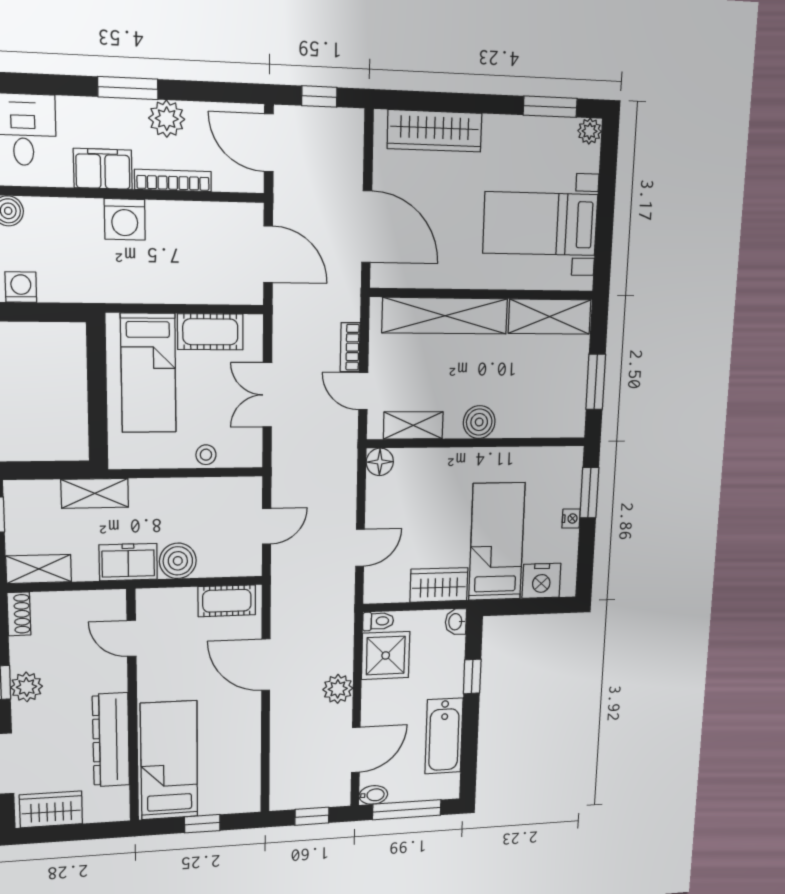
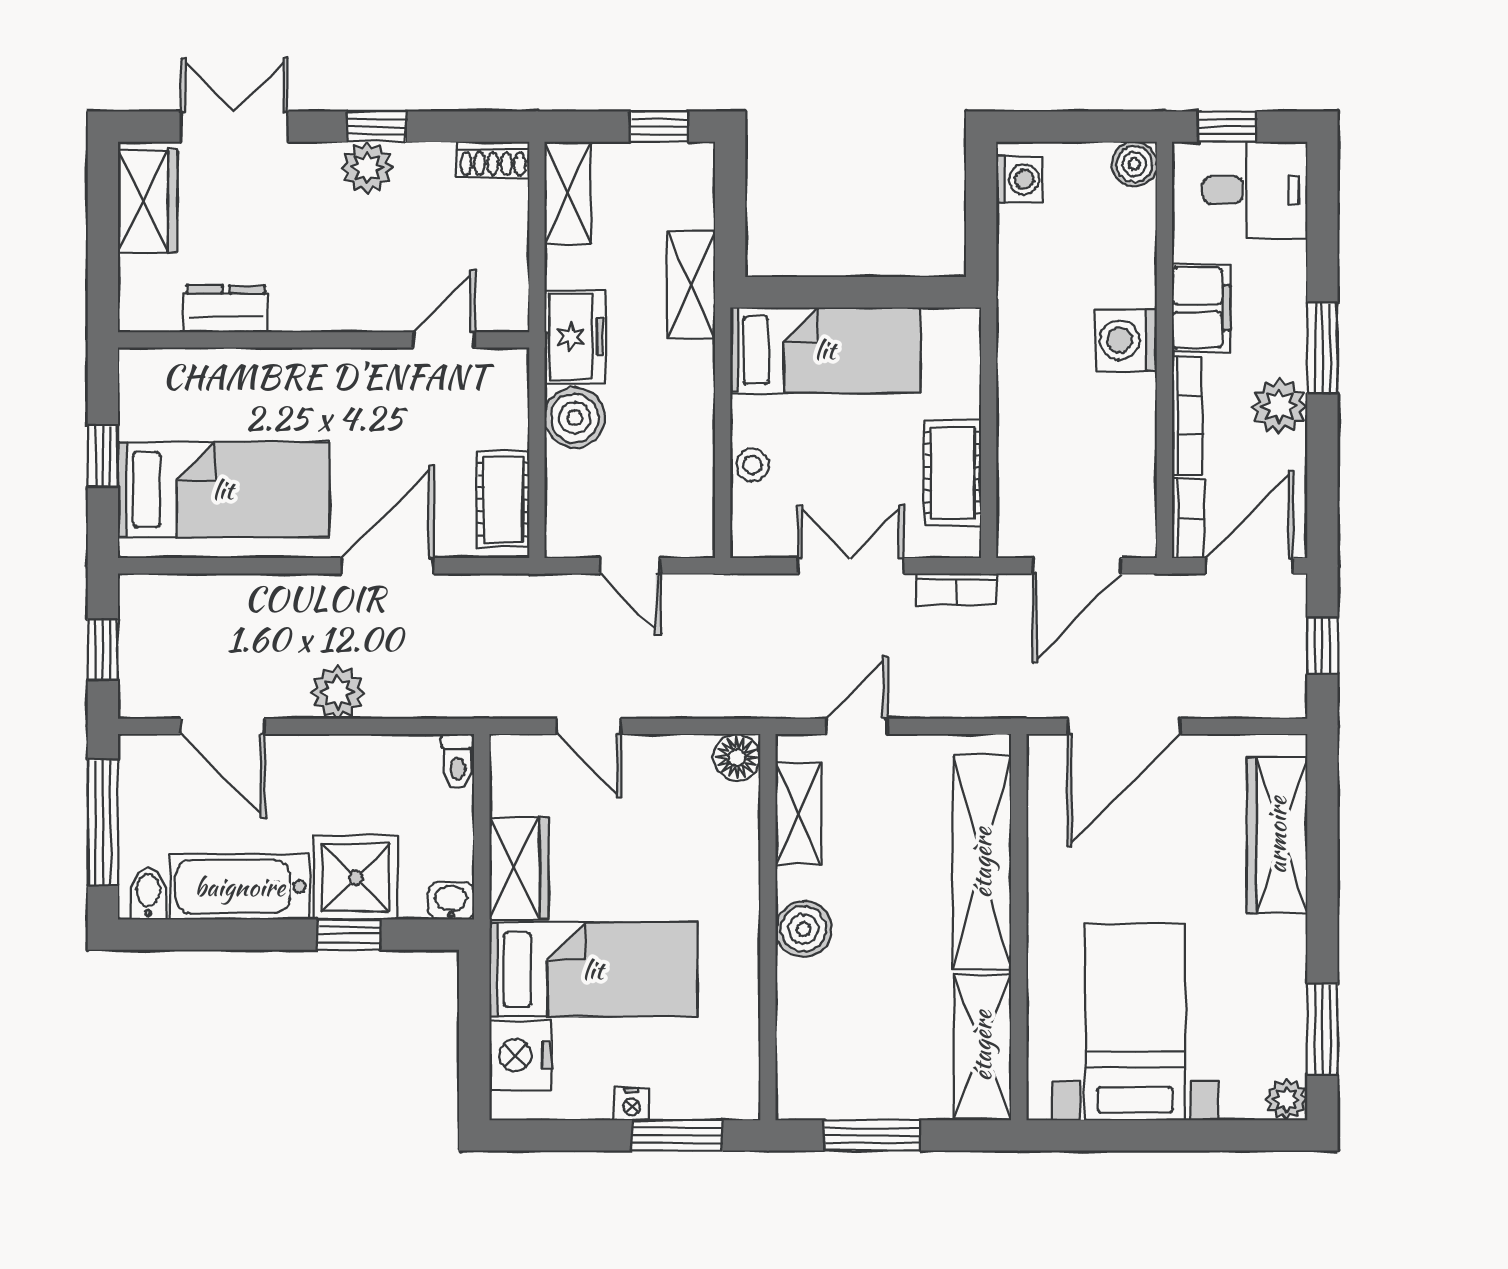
bookcase: (239, 182) -> (1188, 519), added
bookcase: (350, 347) -> (956, 589), moved, turned 180
bed: (148, 373) -> (825, 350), moved, turned 180
shower: (386, 655) -> (356, 877), moved
dresser: (111, 740) -> (226, 309), width x0.51, depth x0.80
bed: (169, 760) -> (223, 490), moved
bidet: (373, 795) -> (148, 894), moved, turned 180

